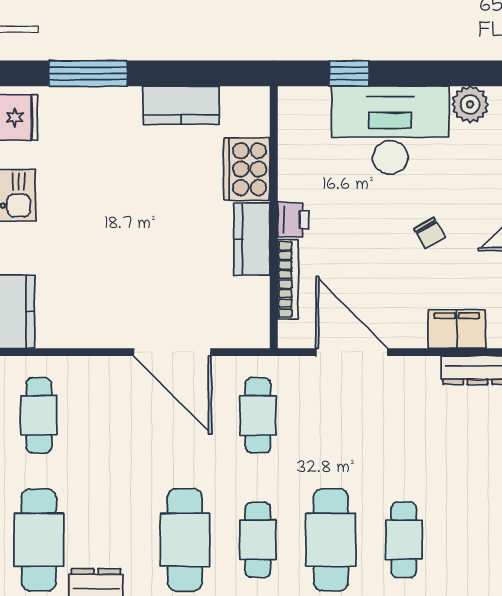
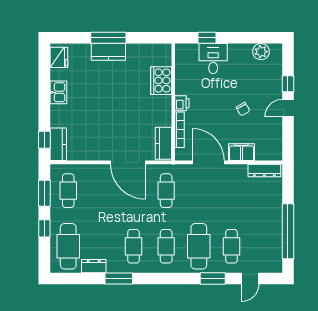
window: (88, 73) -> (108, 38), moved
kitchen counter: (181, 105) -> (108, 52), moved
desk: (390, 130) -> (213, 59), width x0.53, depth x0.77
kitchen counter: (252, 239) -> (163, 143), moved
filing cabinet: (457, 329) -> (242, 152), moved
cafe table: (185, 540) -> (134, 246), width x0.73, depth x0.74

